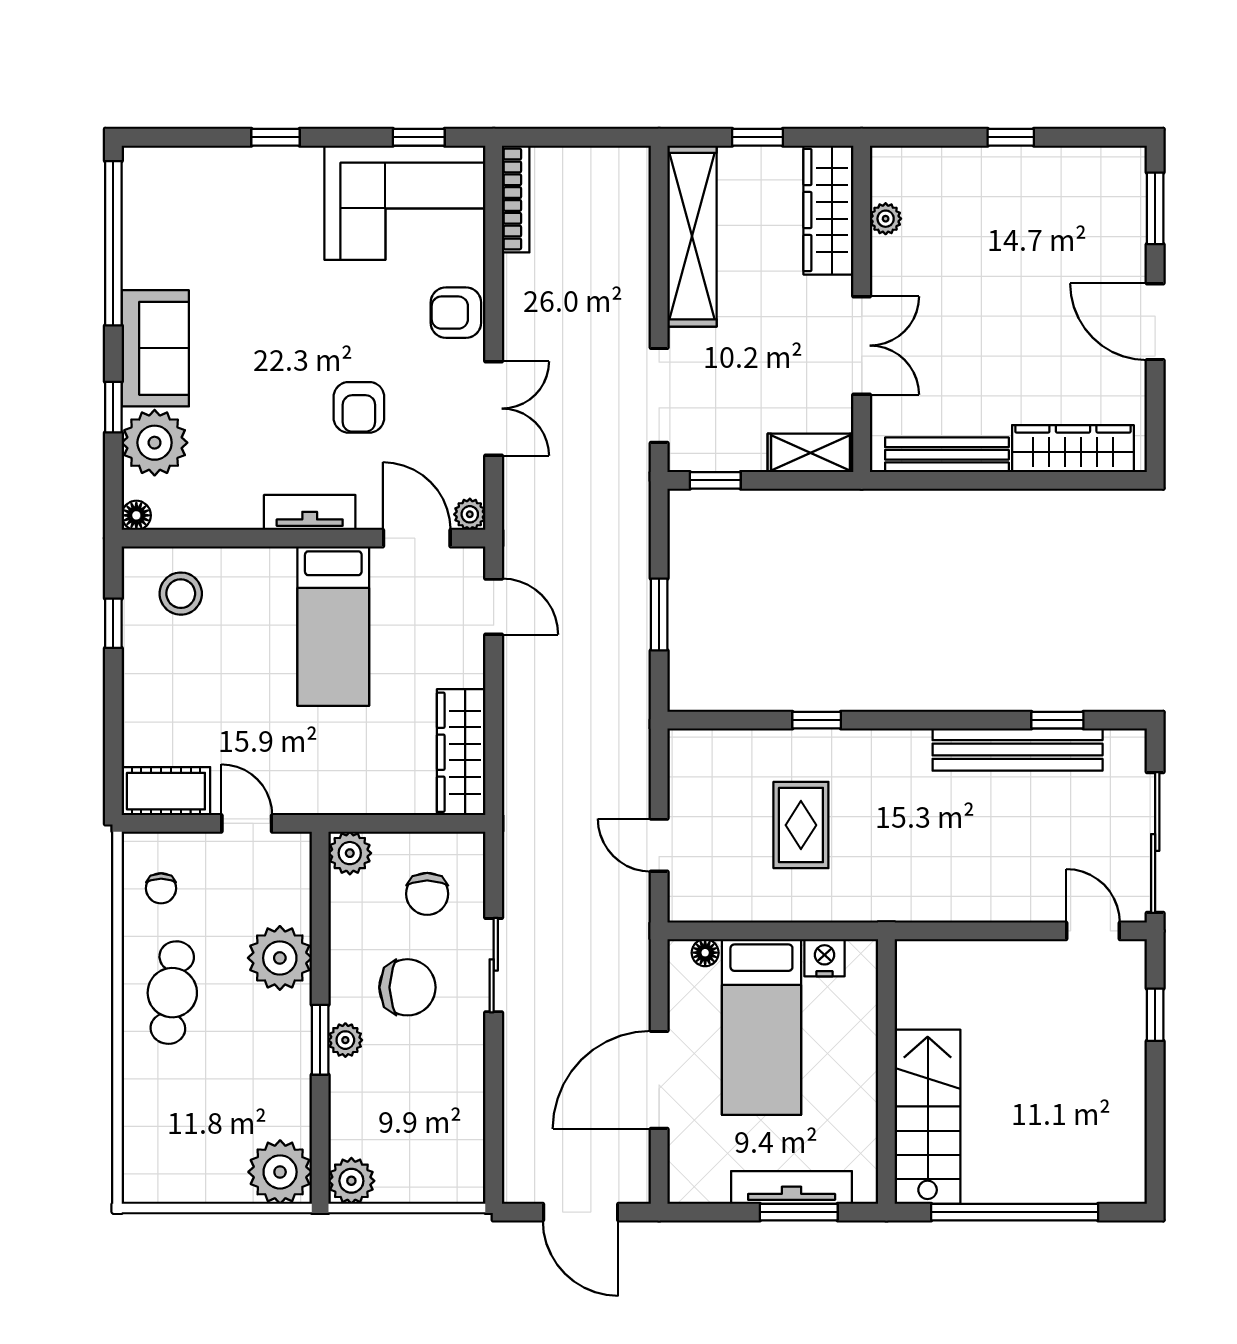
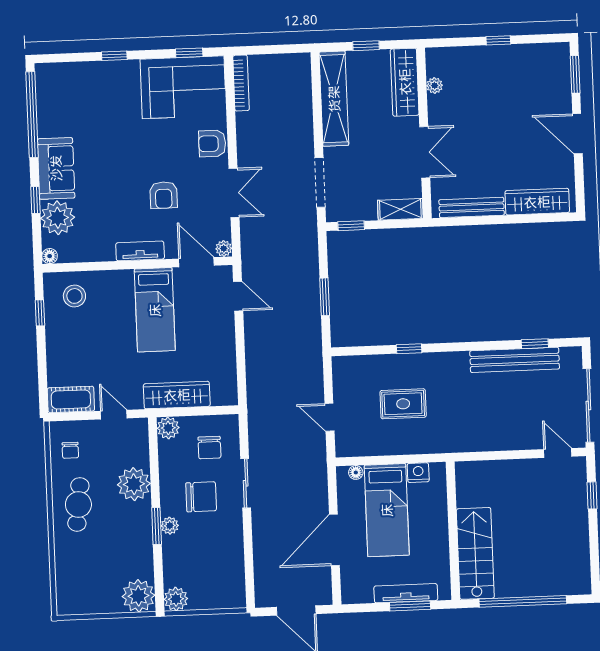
wardrobe: (461, 752) -> (177, 395), moved, turned 90
rug: (801, 825) -> (403, 404), turned 90

